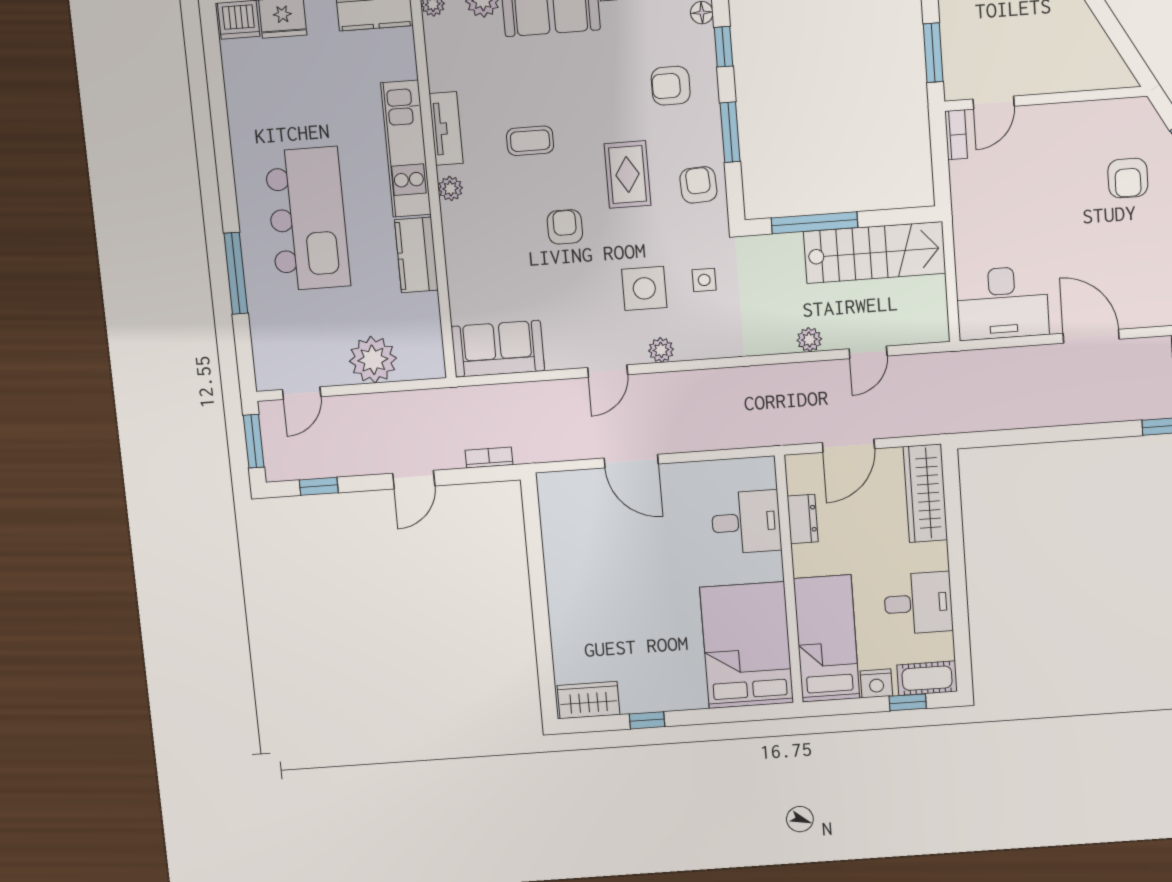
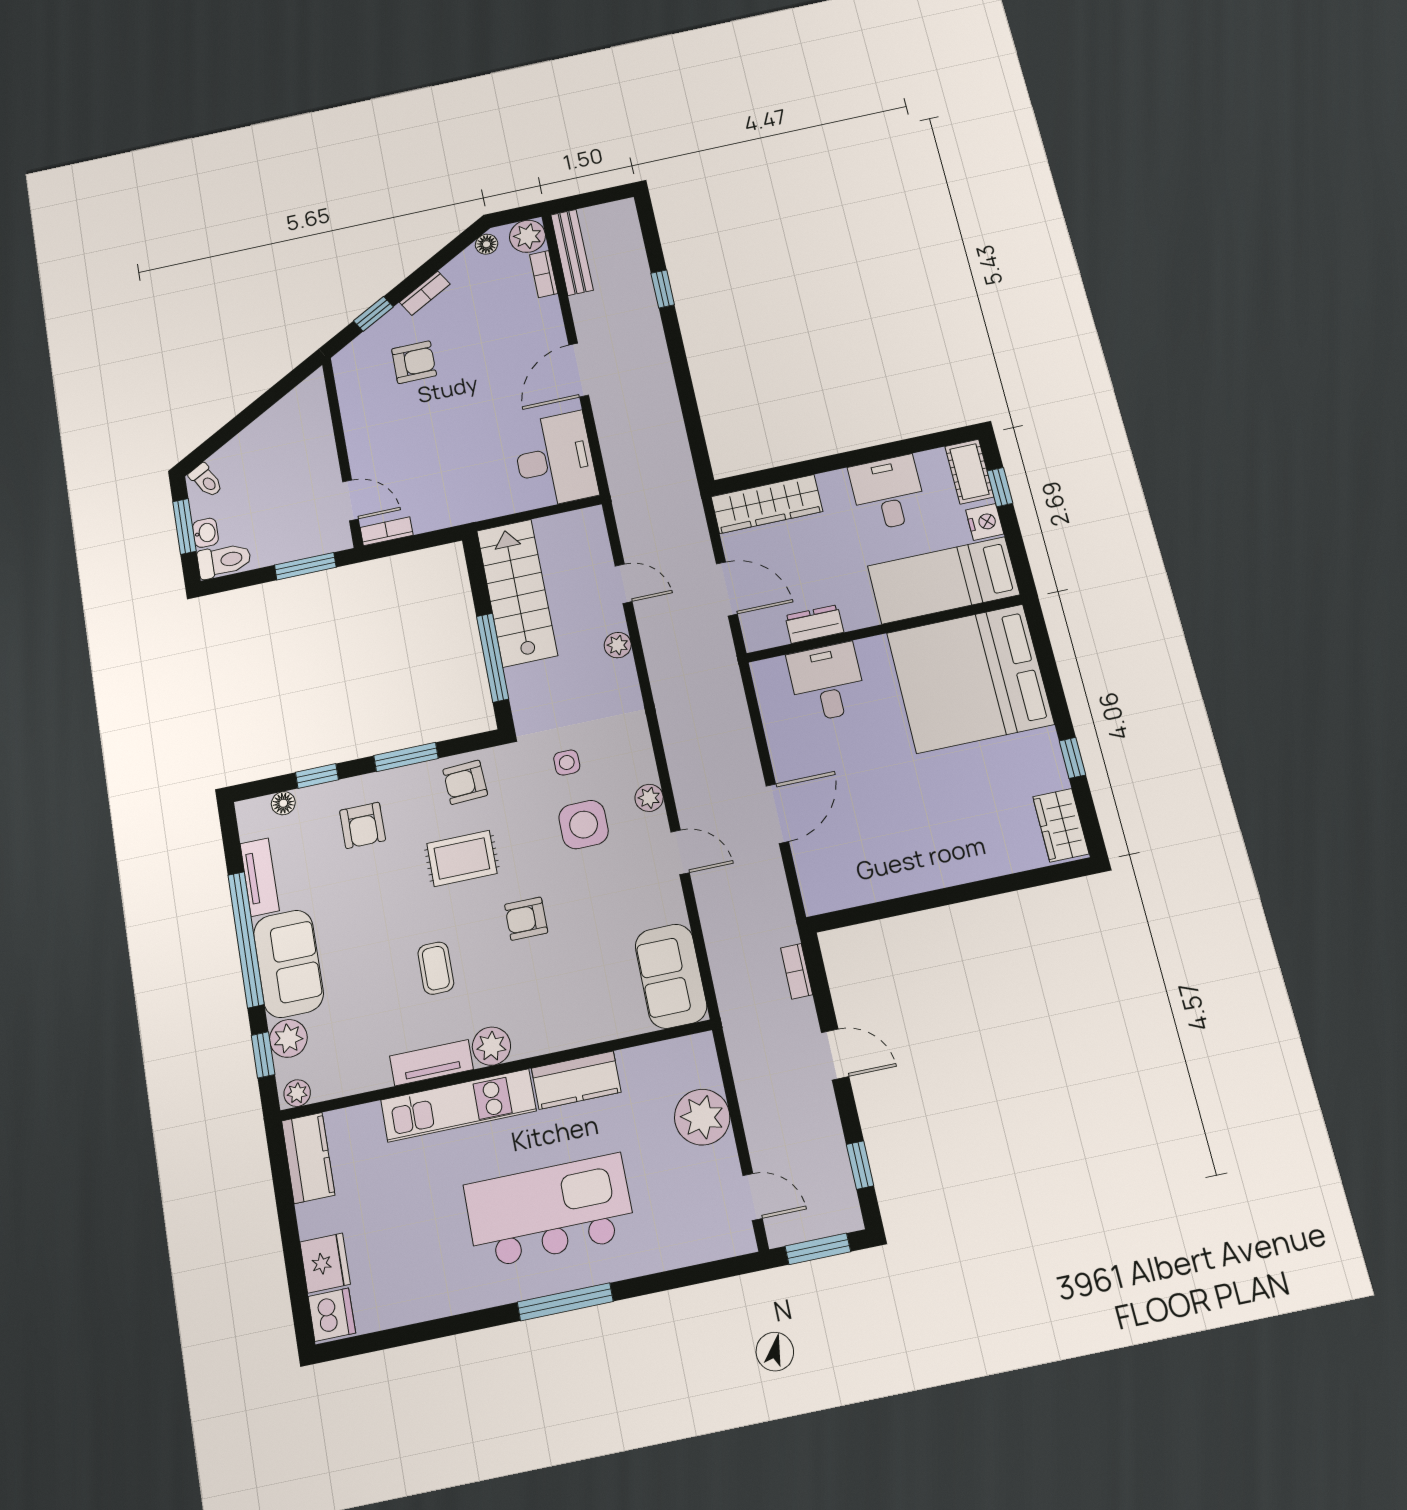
plant: (450, 189) -> (491, 1046), width x1.38, depth x1.38
window: (236, 273) -> (565, 1302), moved
bed: (747, 645) -> (970, 678), width x1.36

